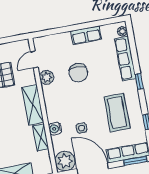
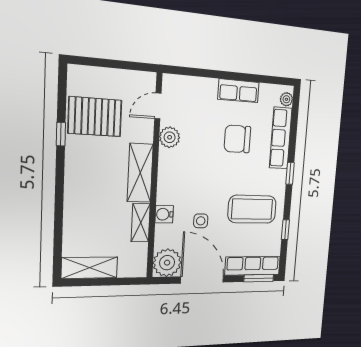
chair: (78, 73) -> (237, 139), moved, turned 90
coffee table: (117, 113) -> (252, 209), turned 90

